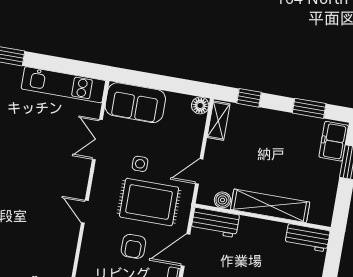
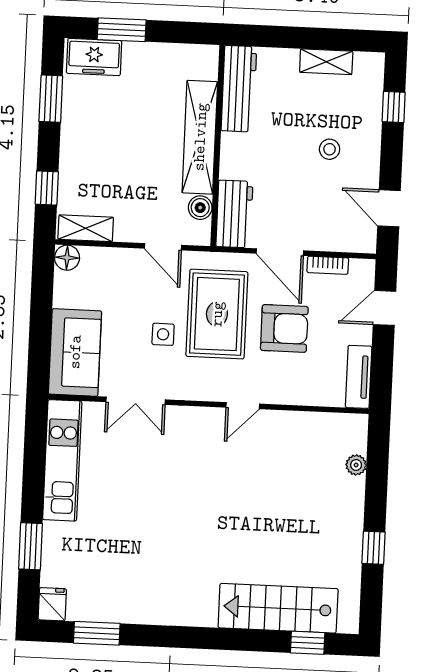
workbench: (307, 238) -> (239, 89), width x1.38
armchair: (133, 246) -> (284, 328), width x1.38, depth x1.38

